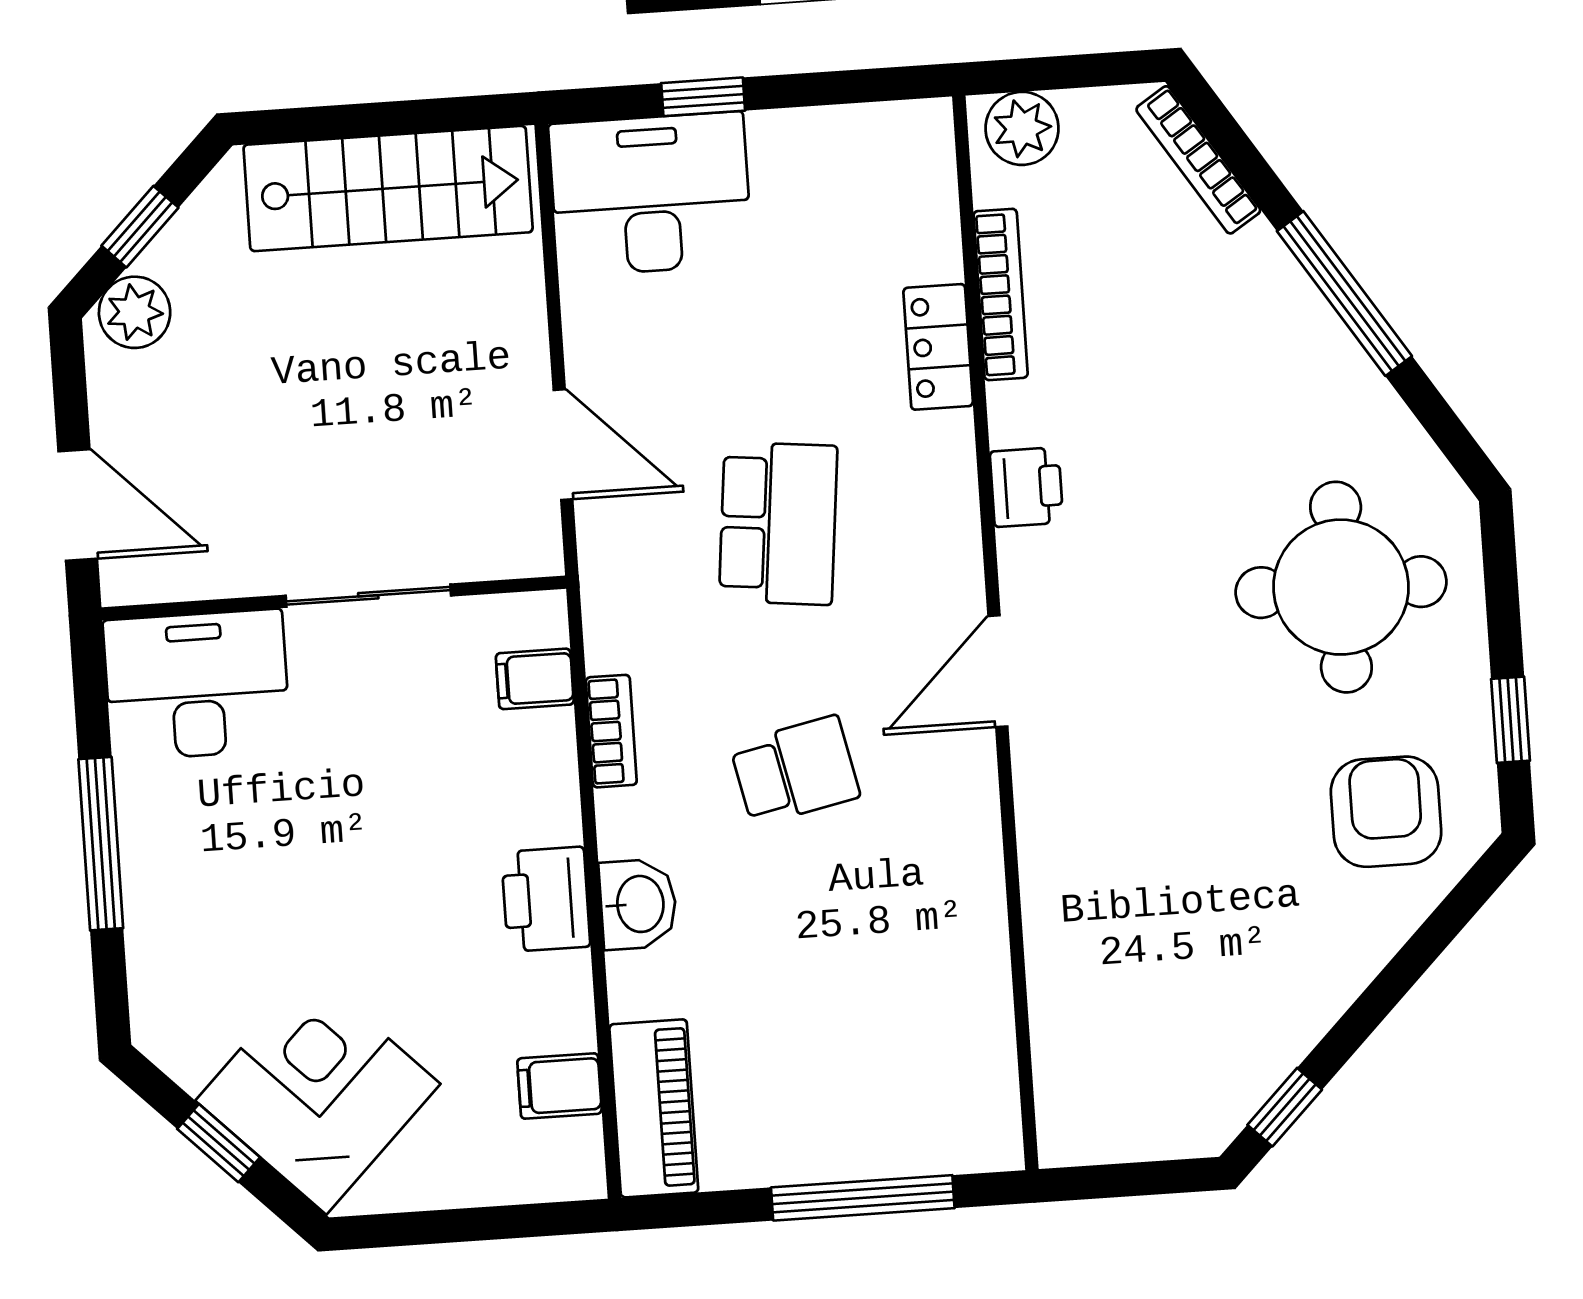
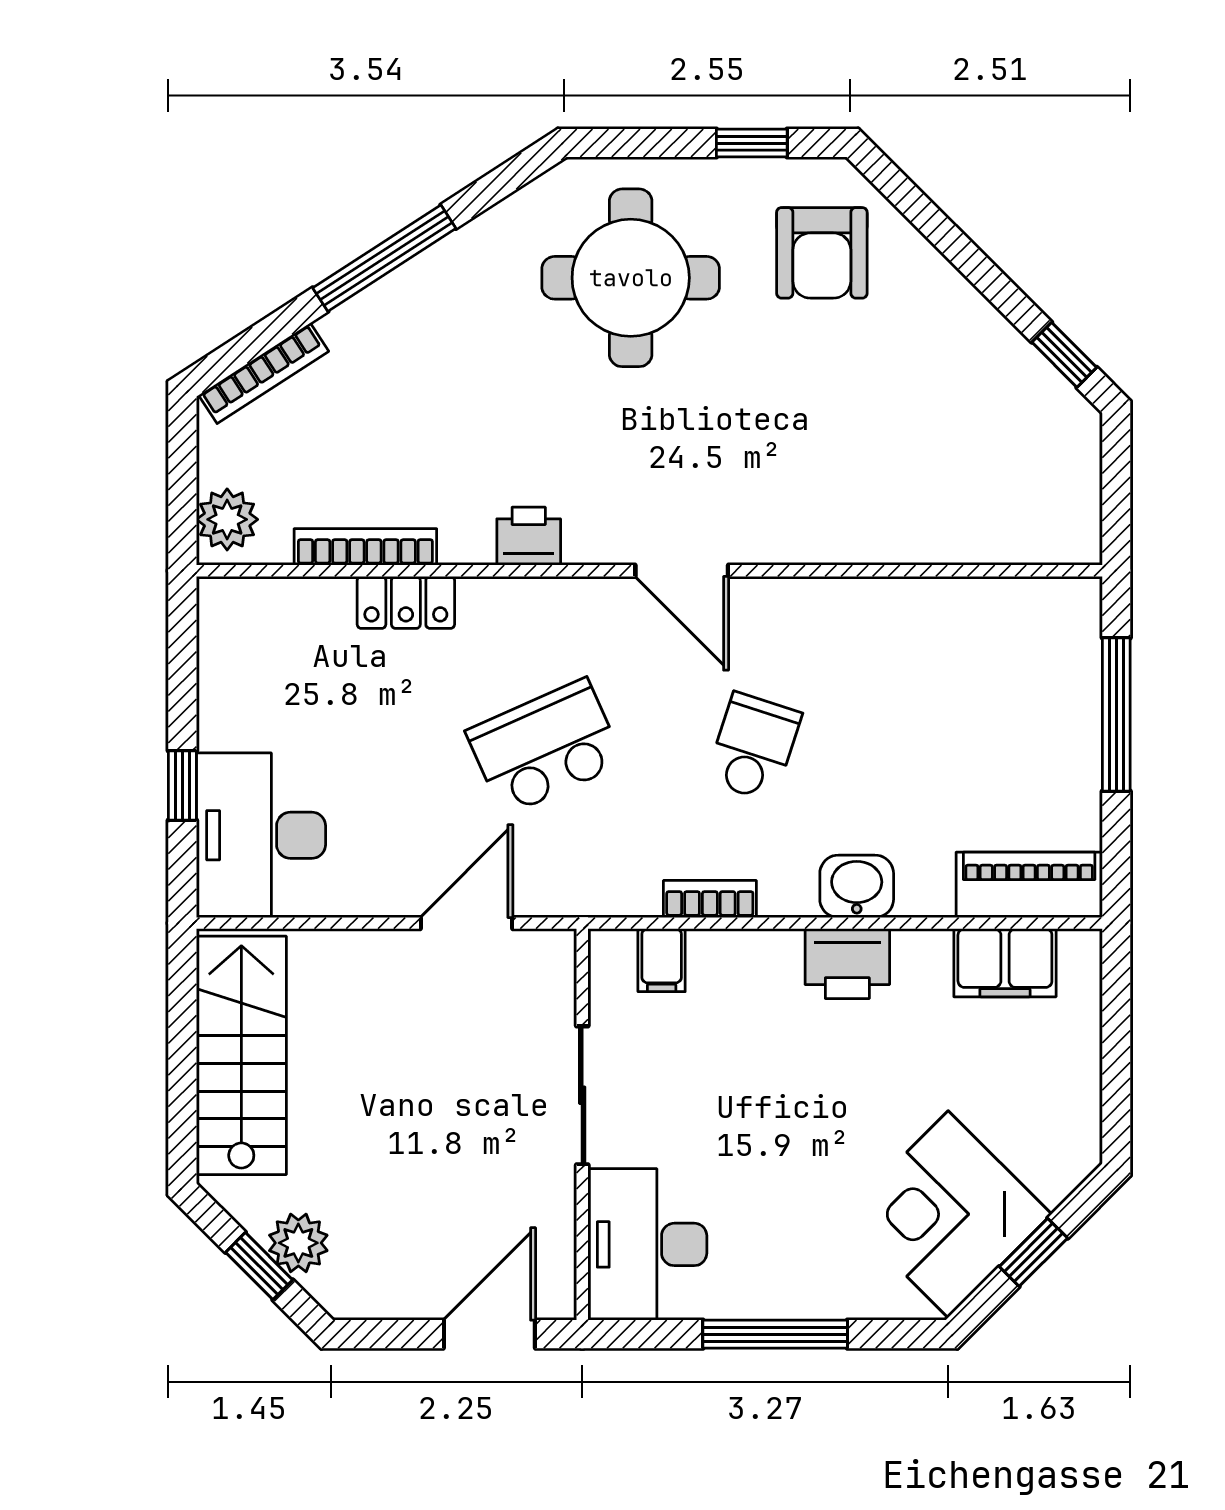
plant: (135, 312) -> (298, 1243), moved
school desk: (778, 523) -> (545, 747), turned -30
school desk: (795, 771) -> (754, 747), turned 30
armchair: (1386, 812) -> (822, 253), turned -90
filing cabinet: (559, 1086) -> (1005, 963), width x2.00
corner desk: (318, 1092) -> (948, 1214), moved

